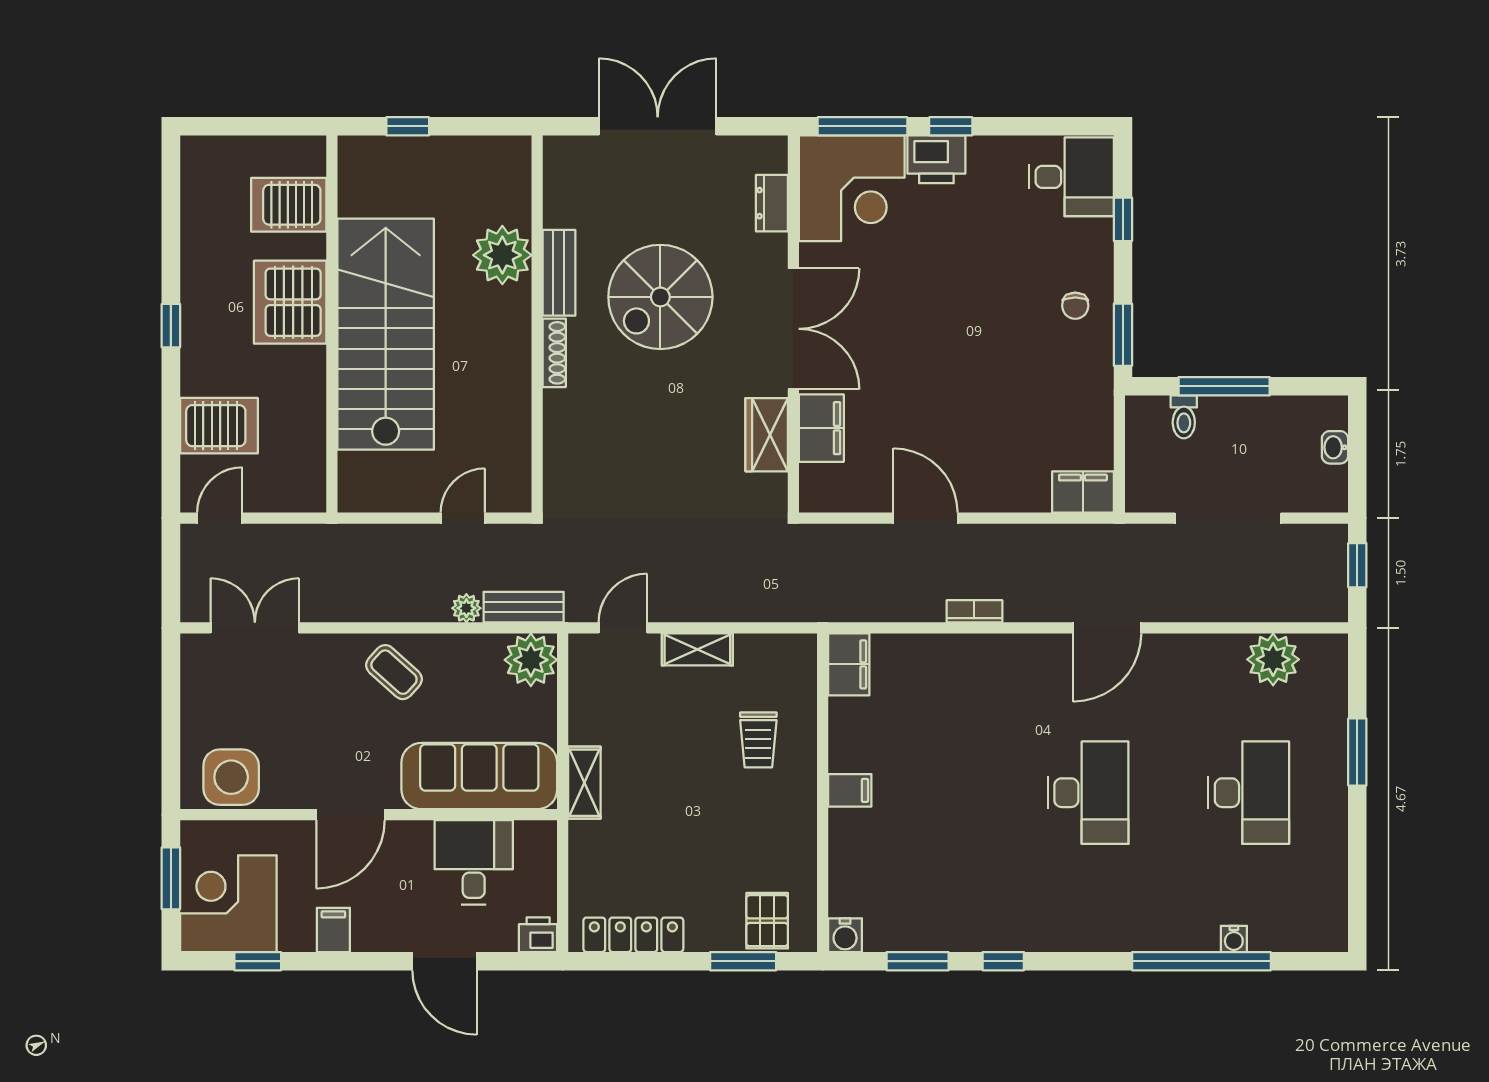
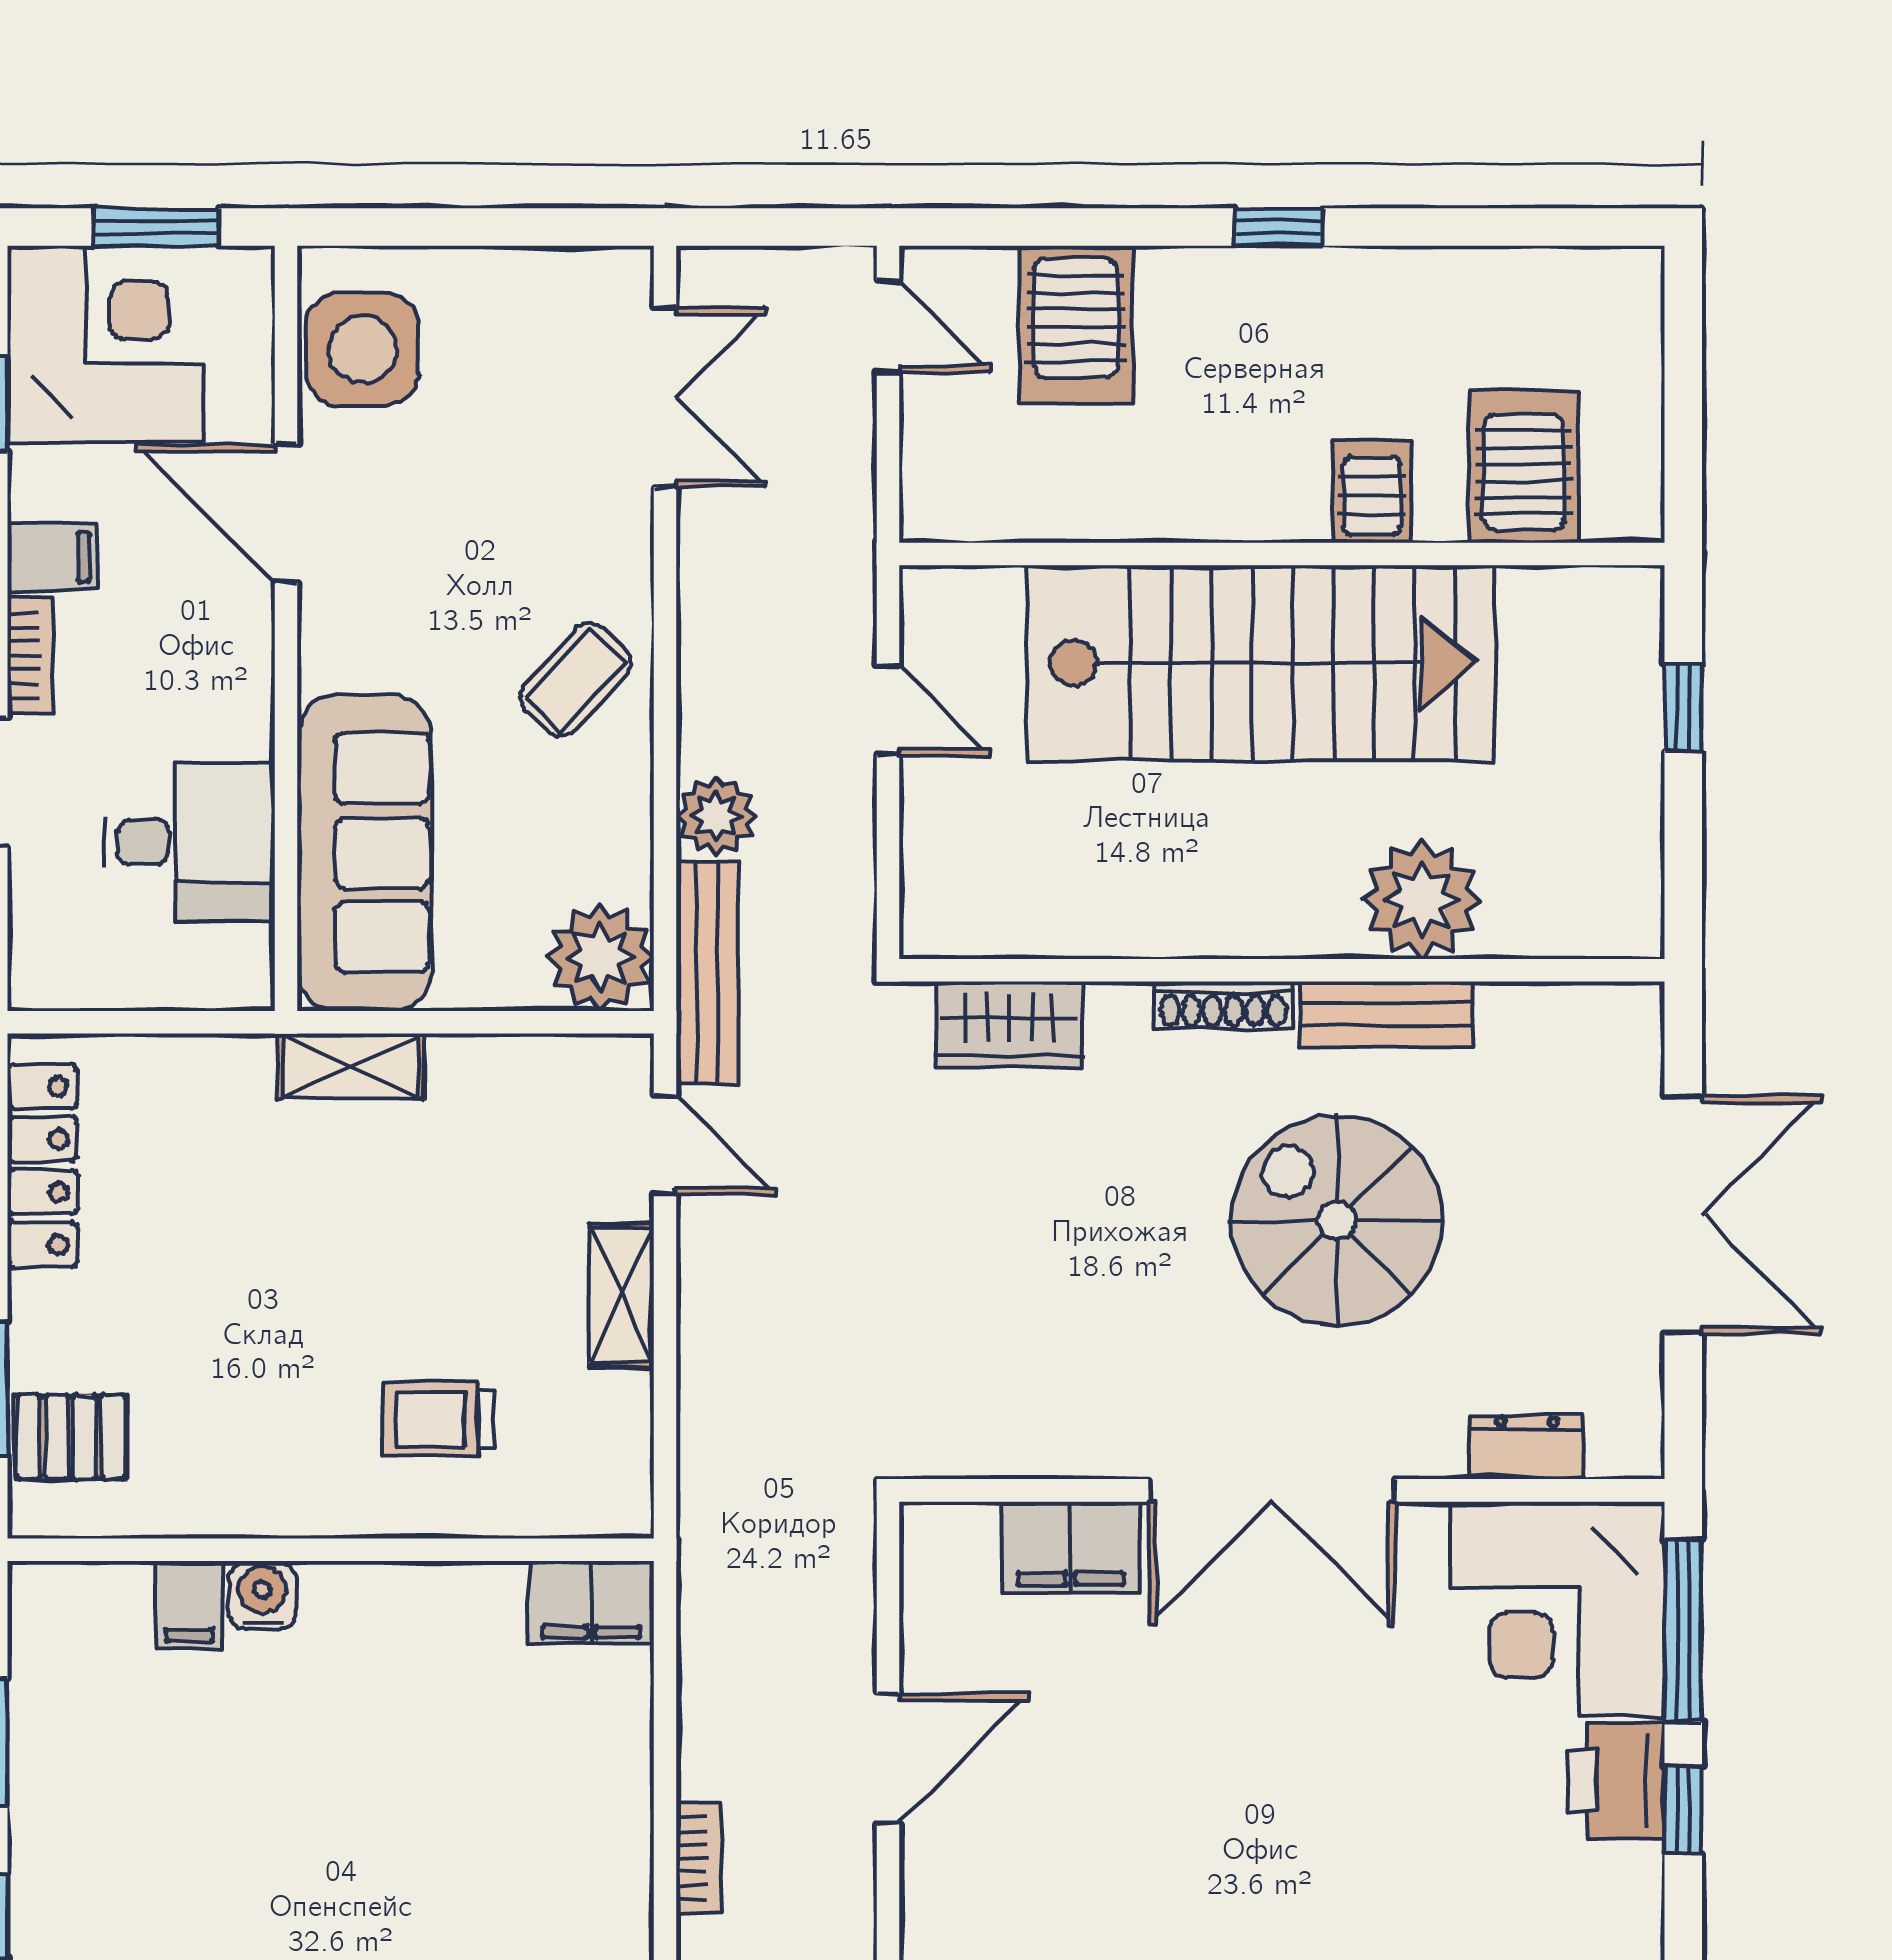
server rack: (290, 302) -> (1372, 492), width x0.46, depth x0.70
wardrobe: (767, 435) -> (1010, 1024), moved, turned 180
door: (463, 518) -> (888, 710), moved
bench: (524, 607) -> (707, 973), width x1.36
plant: (466, 608) -> (716, 816), width x1.38, depth x1.38
filing cabinet: (850, 790) -> (189, 1605), moved
door: (350, 815) -> (286, 513), moved
printer: (538, 935) -> (43, 972), removed
water cooler: (845, 935) -> (262, 1595), moved, turned 90
bookcase: (382, 940) -> (31, 655), added

